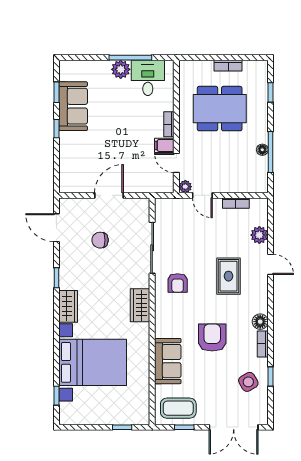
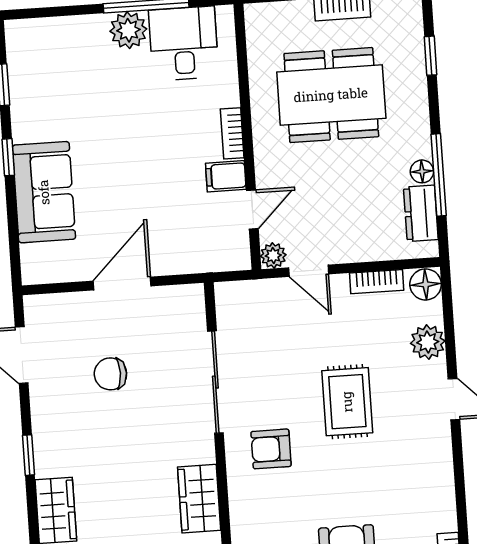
sofa: (73, 106) -> (44, 192), moved
door: (176, 163) -> (252, 209), swing flipped
dresser: (260, 171) -> (421, 213), added
rug: (229, 276) -> (347, 402), moved
armchair: (178, 283) -> (271, 449), turned 90
floor lamp: (260, 322) -> (426, 284), moved

